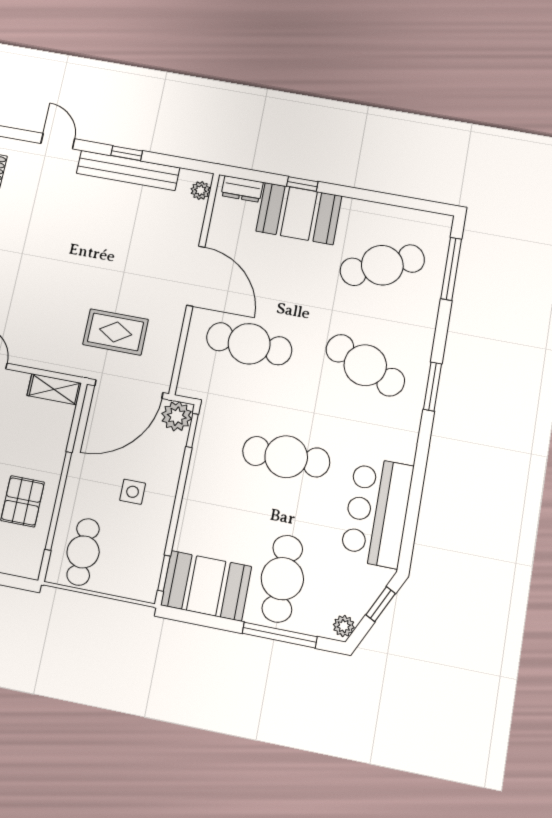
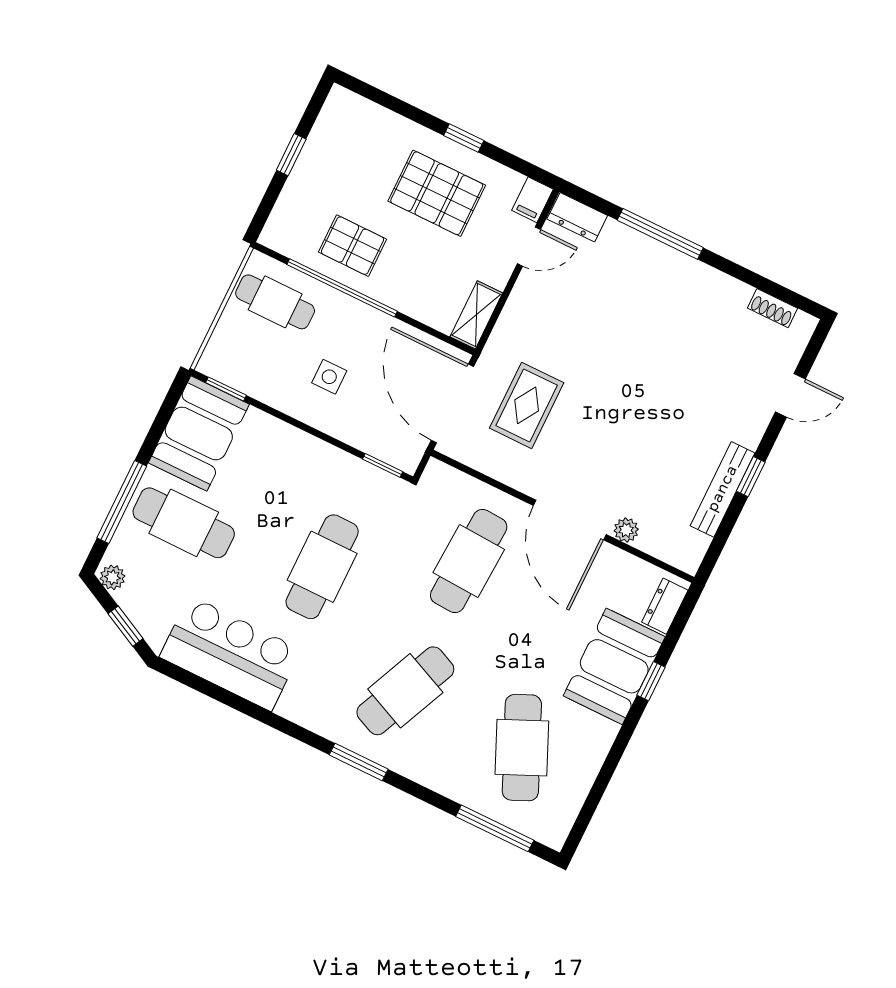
bench: (128, 170) -> (723, 489), width x0.73, depth x0.82
plant: (201, 190) -> (626, 530), moved
door: (196, 276) -> (570, 520), hinge flipped
plant: (177, 416) -> (404, 452), removed

